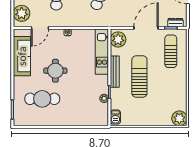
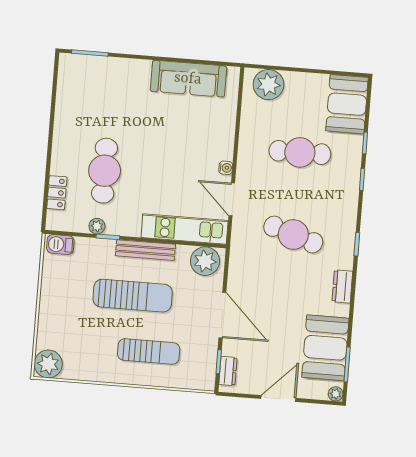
door: (40, 28) -> (232, 199), moved
sun lounger: (171, 51) -> (149, 352), moved
round table: (55, 71) -> (156, 139), removed
cafe table: (42, 99) -> (105, 171), moved
locker: (88, 121) -> (57, 193), added

